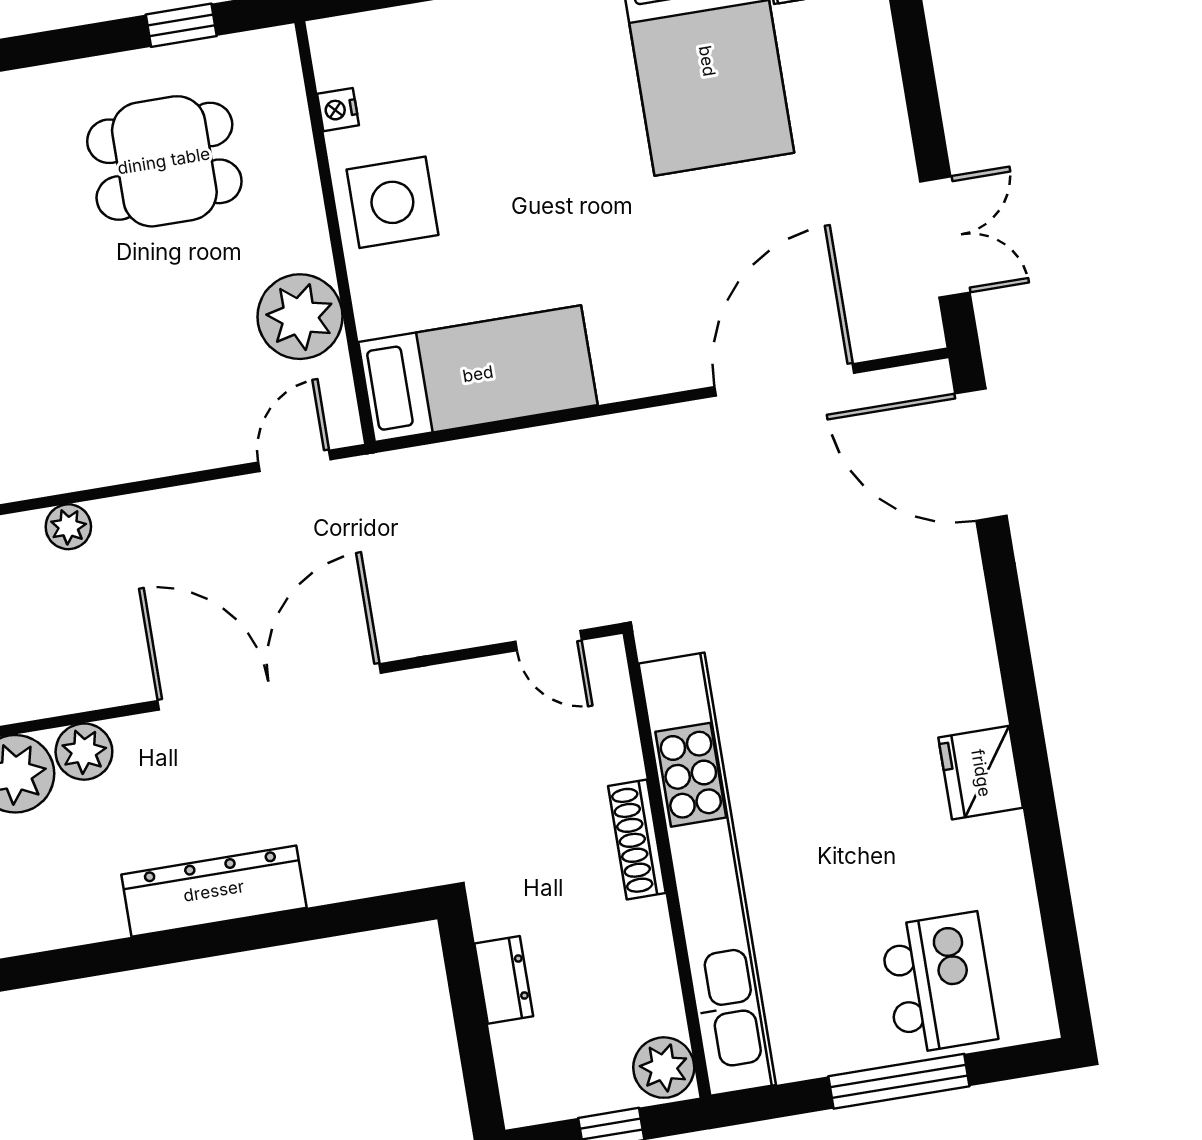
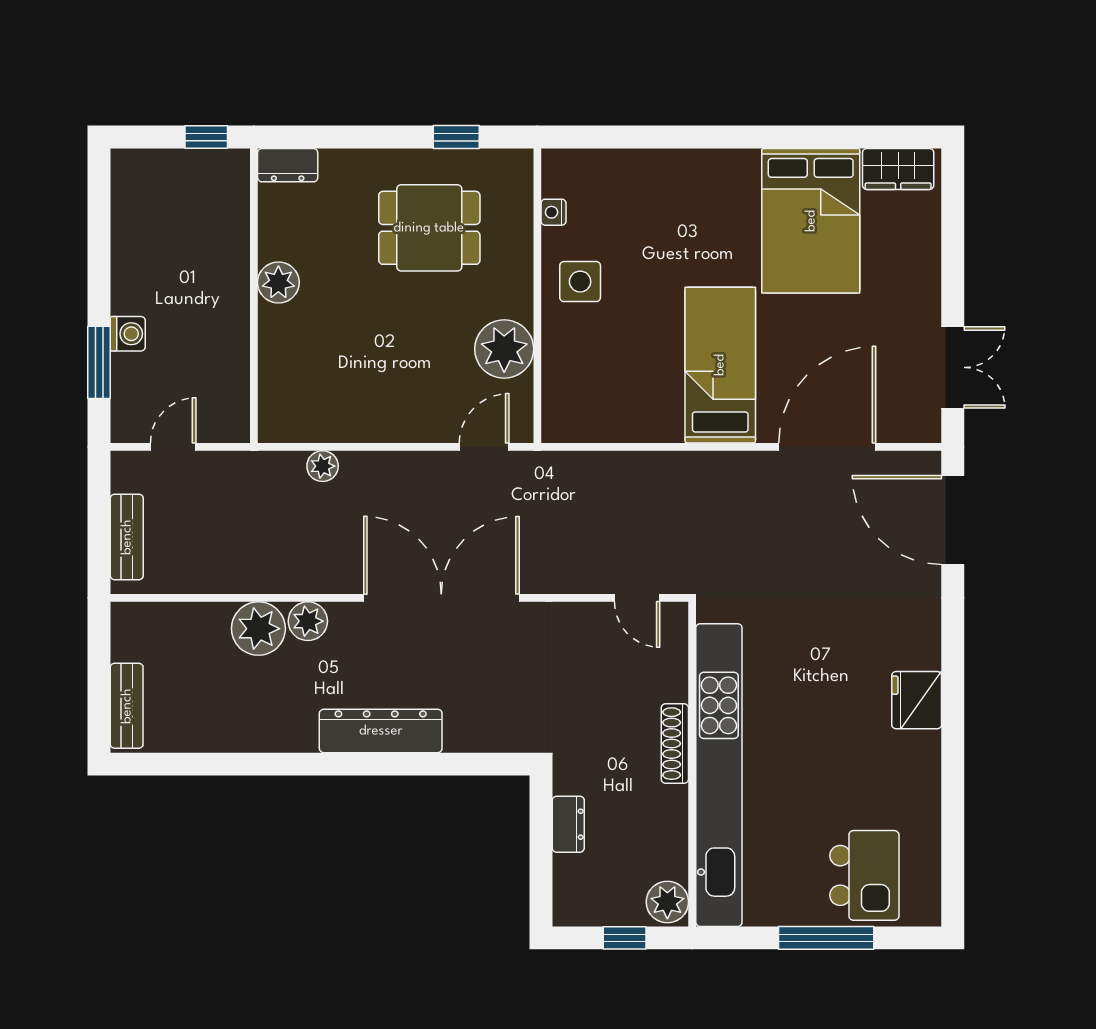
side table: (392, 202) -> (580, 282), width x0.73, depth x0.73
bed: (478, 374) -> (720, 365), moved, turned -90
fridge: (981, 773) -> (917, 700), moved

